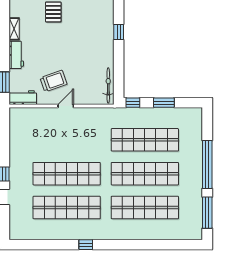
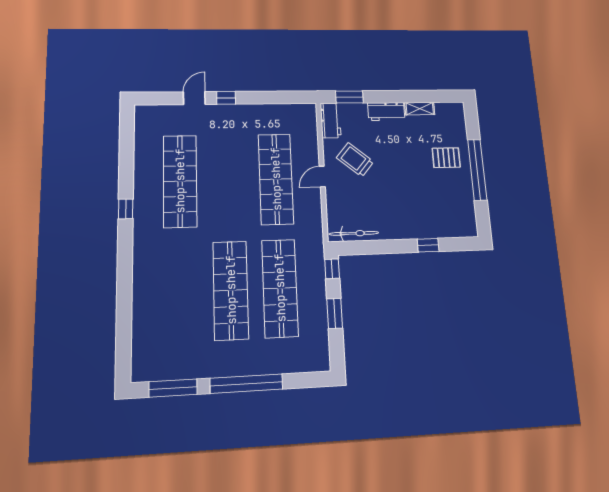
trolley: (53, 81) -> (355, 160), turned 149
door: (66, 106) -> (322, 177), swing flipped
shop shelf: (67, 174) -> (276, 179), moved
shop shelf: (145, 208) -> (180, 292), removed

